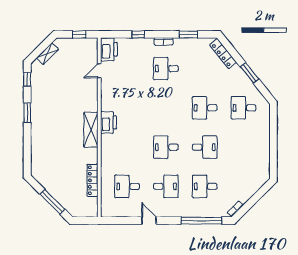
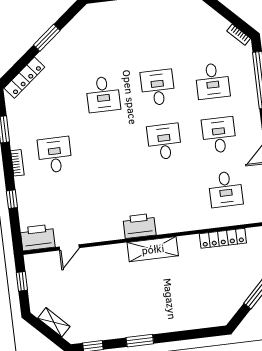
desk: (166, 69) -> (55, 155), turned 180
door: (99, 71) -> (69, 247), hinge flipped
desk: (244, 108) -> (96, 40), removed
desk: (166, 147) -> (164, 142), turned 180

